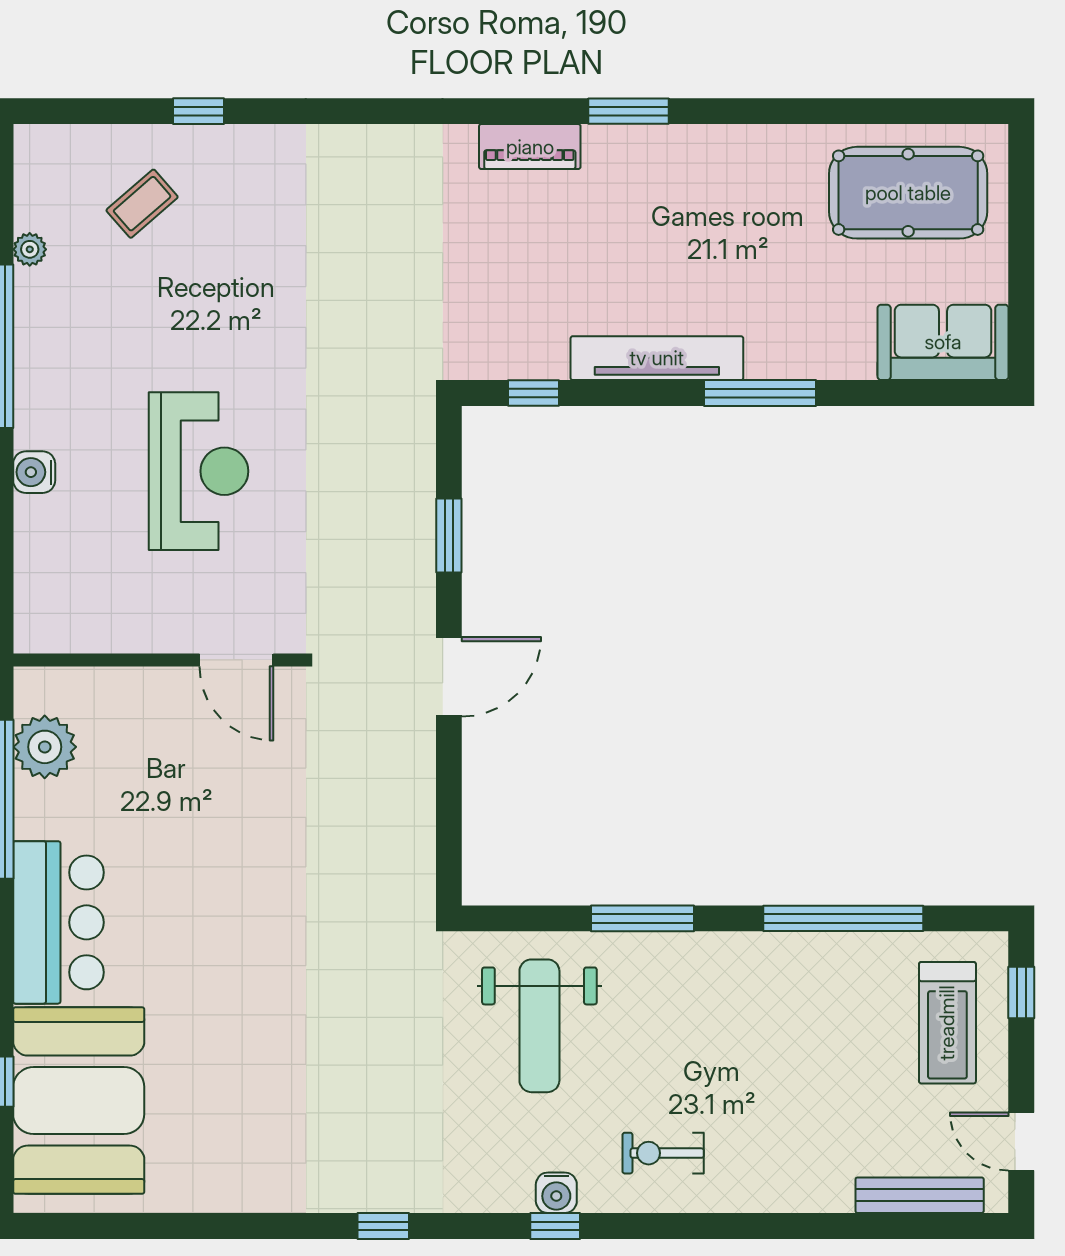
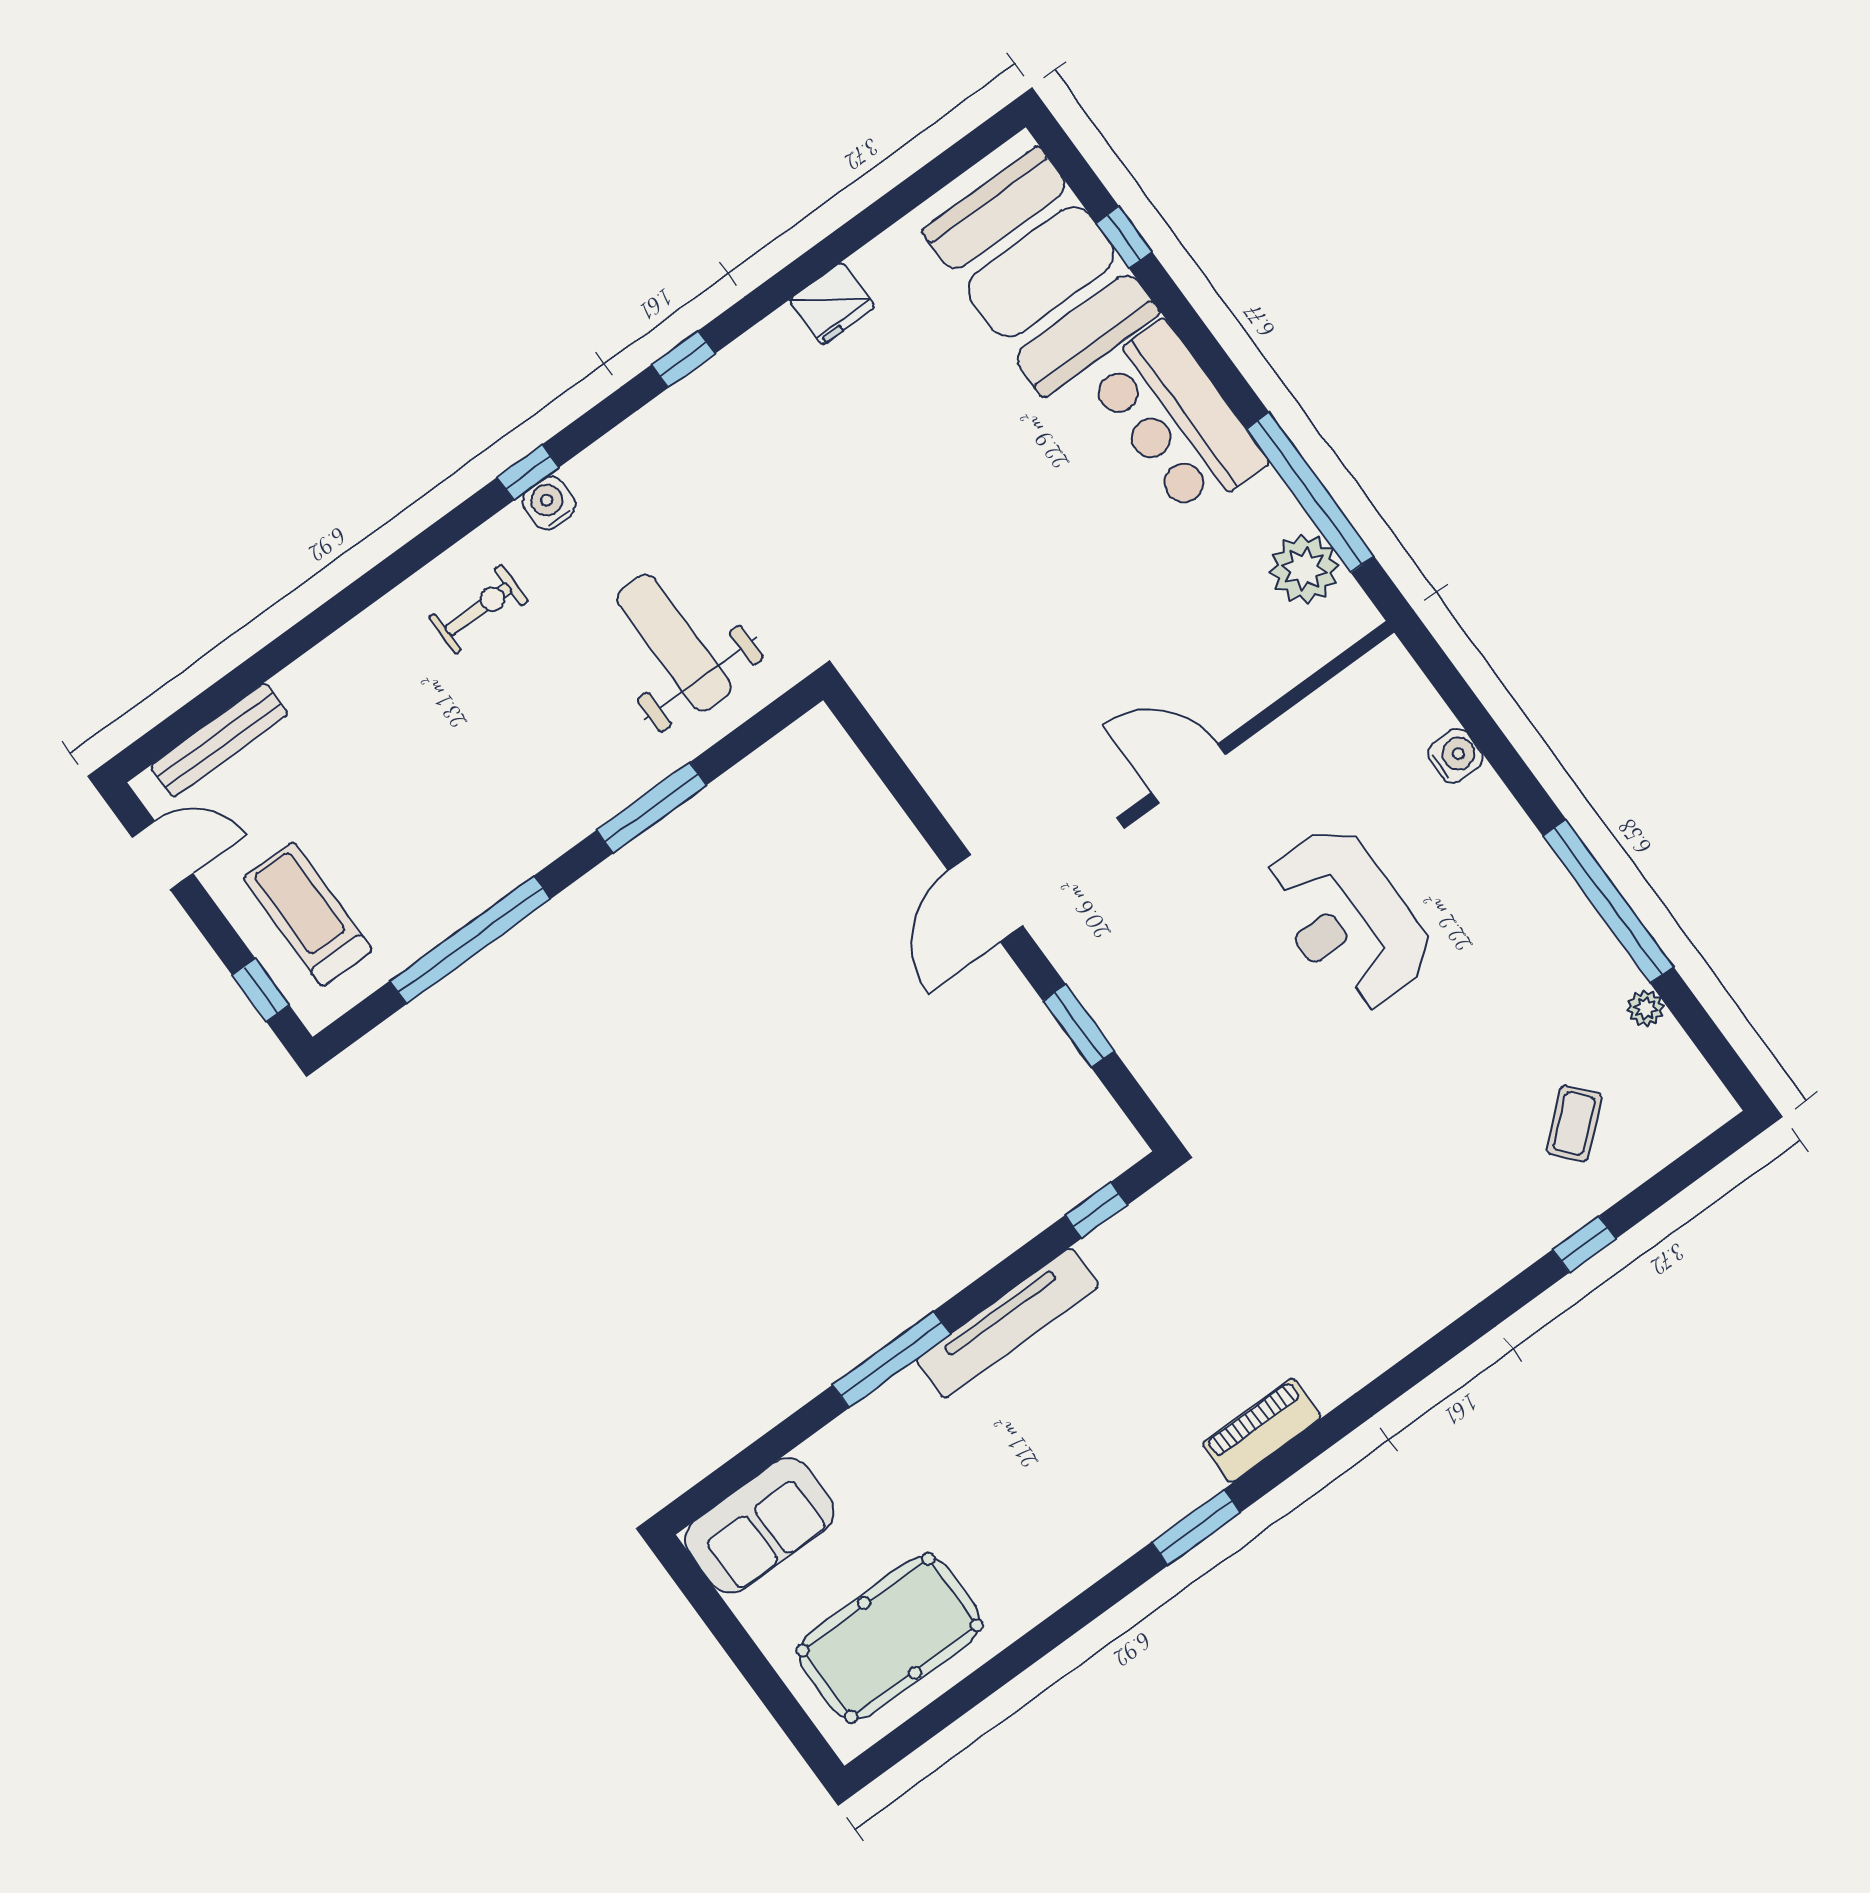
water cooler: (34, 472) -> (1455, 756), moved
fridge: (246, 1188) -> (832, 304), added

